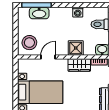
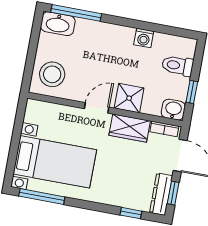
washbasin: (39, 13) -> (58, 24), moved
door: (48, 57) -> (97, 108), moved

